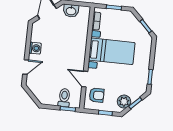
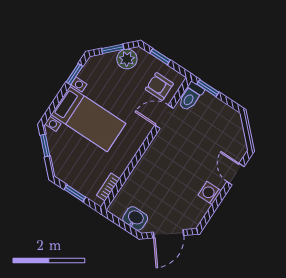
bed with nightstands: (112, 51) -> (88, 119), moved, turned 180
door: (26, 67) -> (236, 174), hinge flipped
door: (85, 79) -> (164, 117), swing flipped
toilet: (64, 98) -> (191, 97), moved

